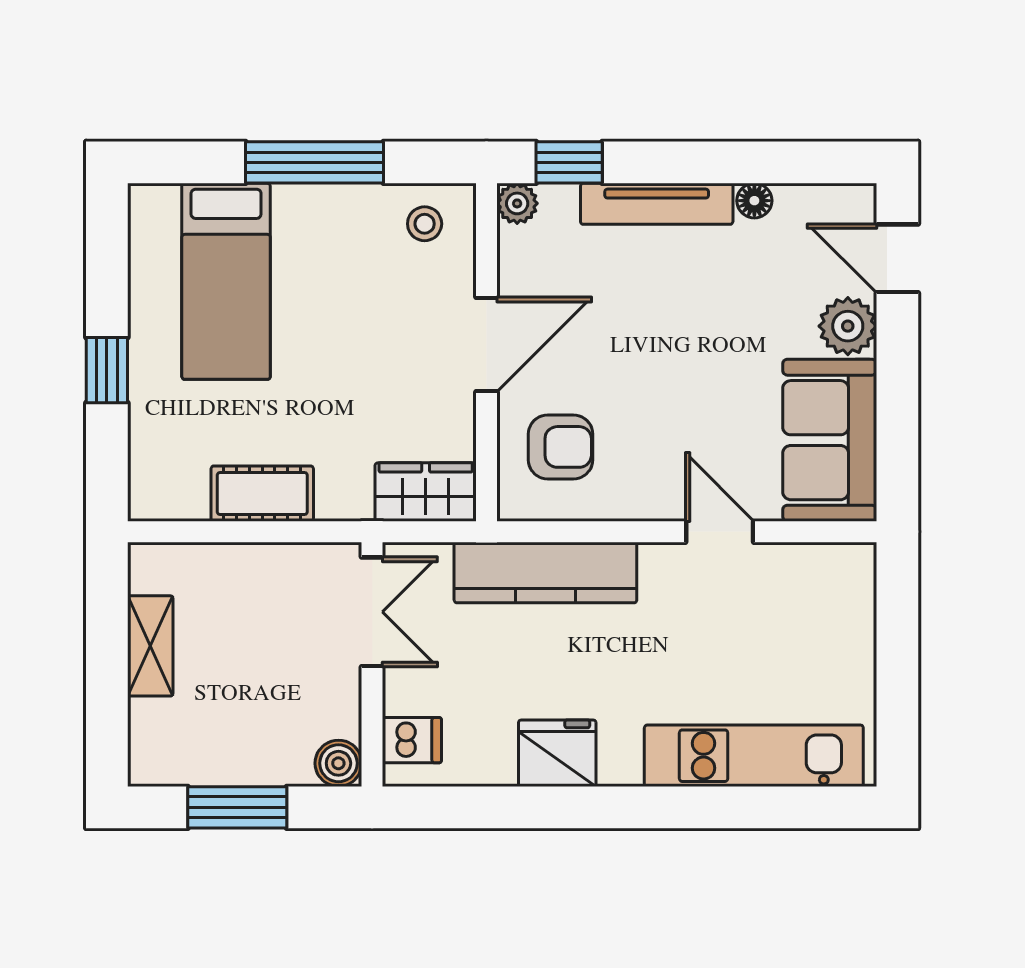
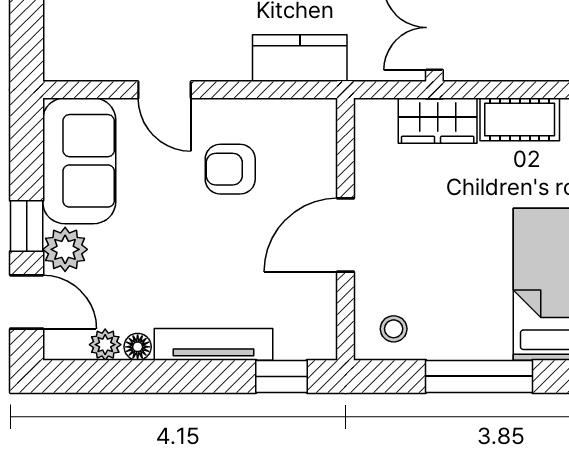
plant: (517, 203) -> (105, 345), moved
window: (897, 356) -> (27, 226), added
armchair: (561, 447) -> (230, 169), moved
wardrobe: (426, 492) -> (438, 121), moved
kitchen counter: (545, 572) -> (300, 58), width x0.67

